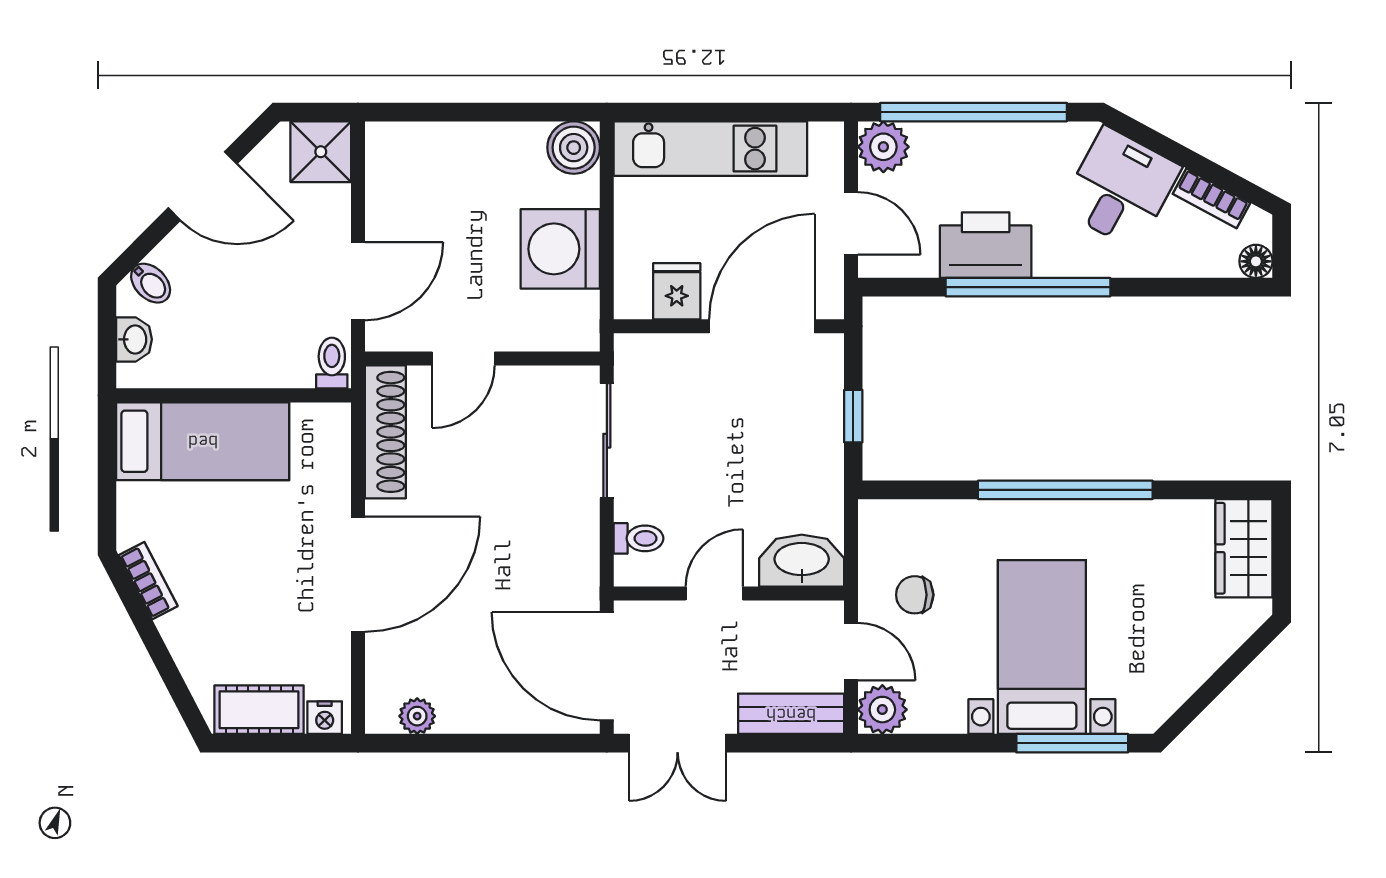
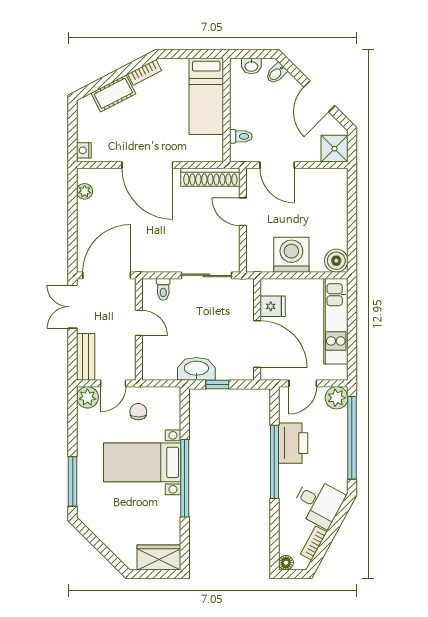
toilet: (332, 363) -> (241, 136), moved
washbasin: (802, 561) -> (196, 369), moved, turned -90
bed with nightstands: (1042, 647) -> (142, 462), moved, turned 180
cot: (259, 710) -> (113, 93), moved, turned 63

